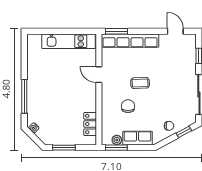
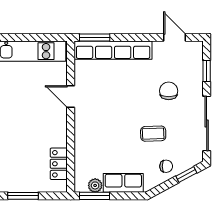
coffee table: (140, 83) -> (153, 134), moved
chair: (128, 106) -> (169, 91), moved

